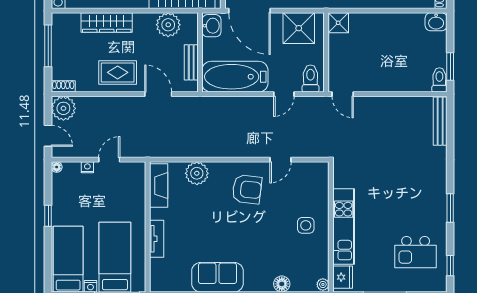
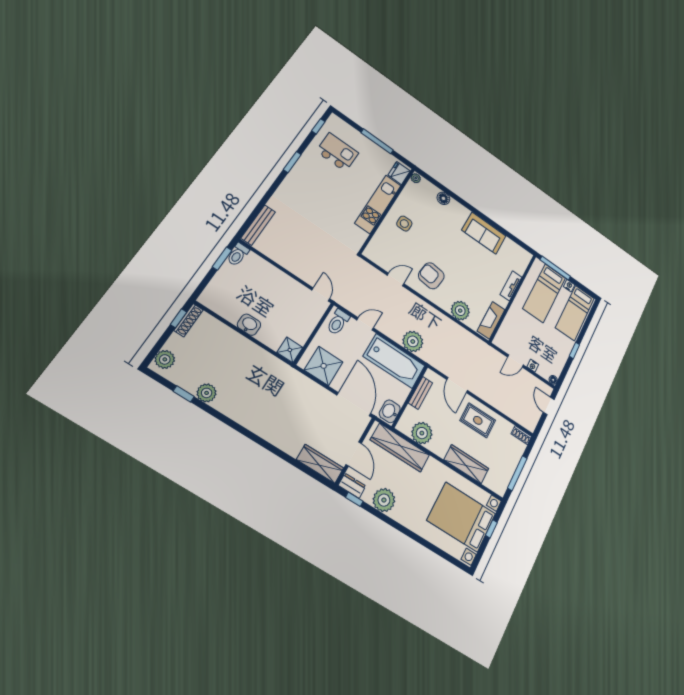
washbasin: (436, 22) -> (249, 325), moved
plant: (63, 108) -> (413, 341), moved

